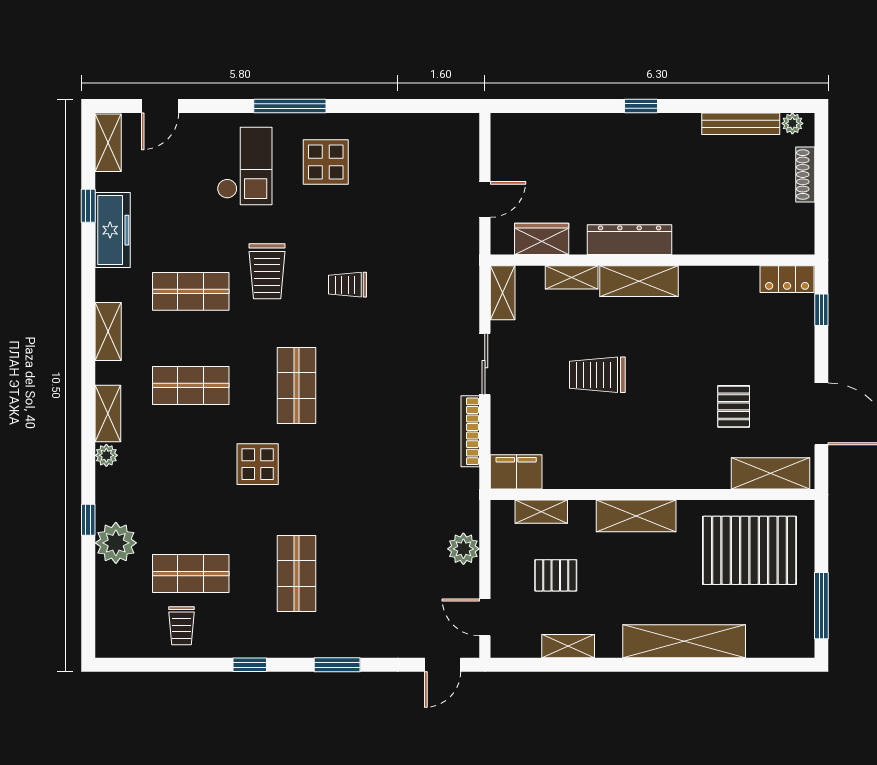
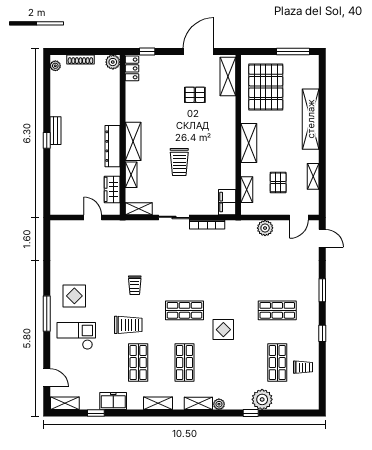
bench: (741, 124) -> (55, 131), moved, width x0.73
freezer: (113, 230) -> (113, 401), width x0.71
plant: (800, 240) -> (113, 62), added

